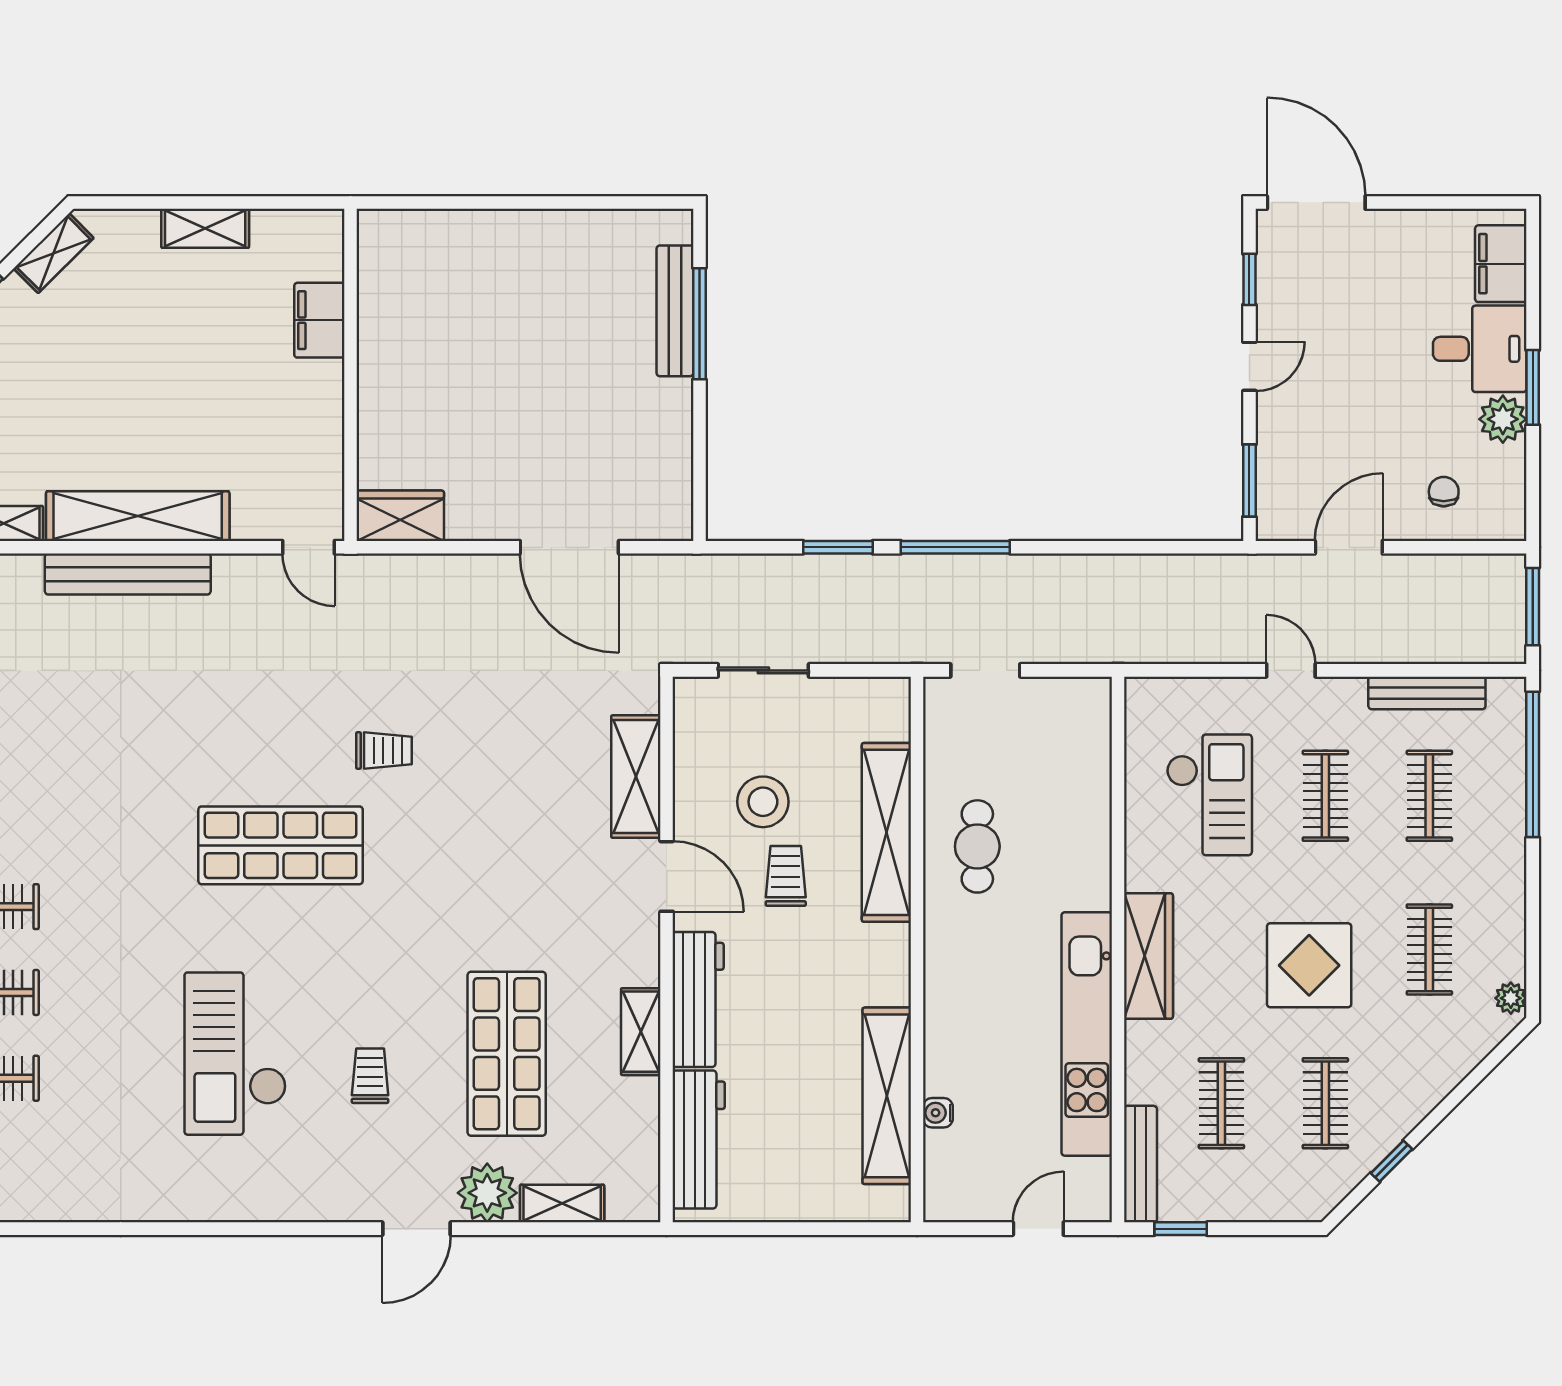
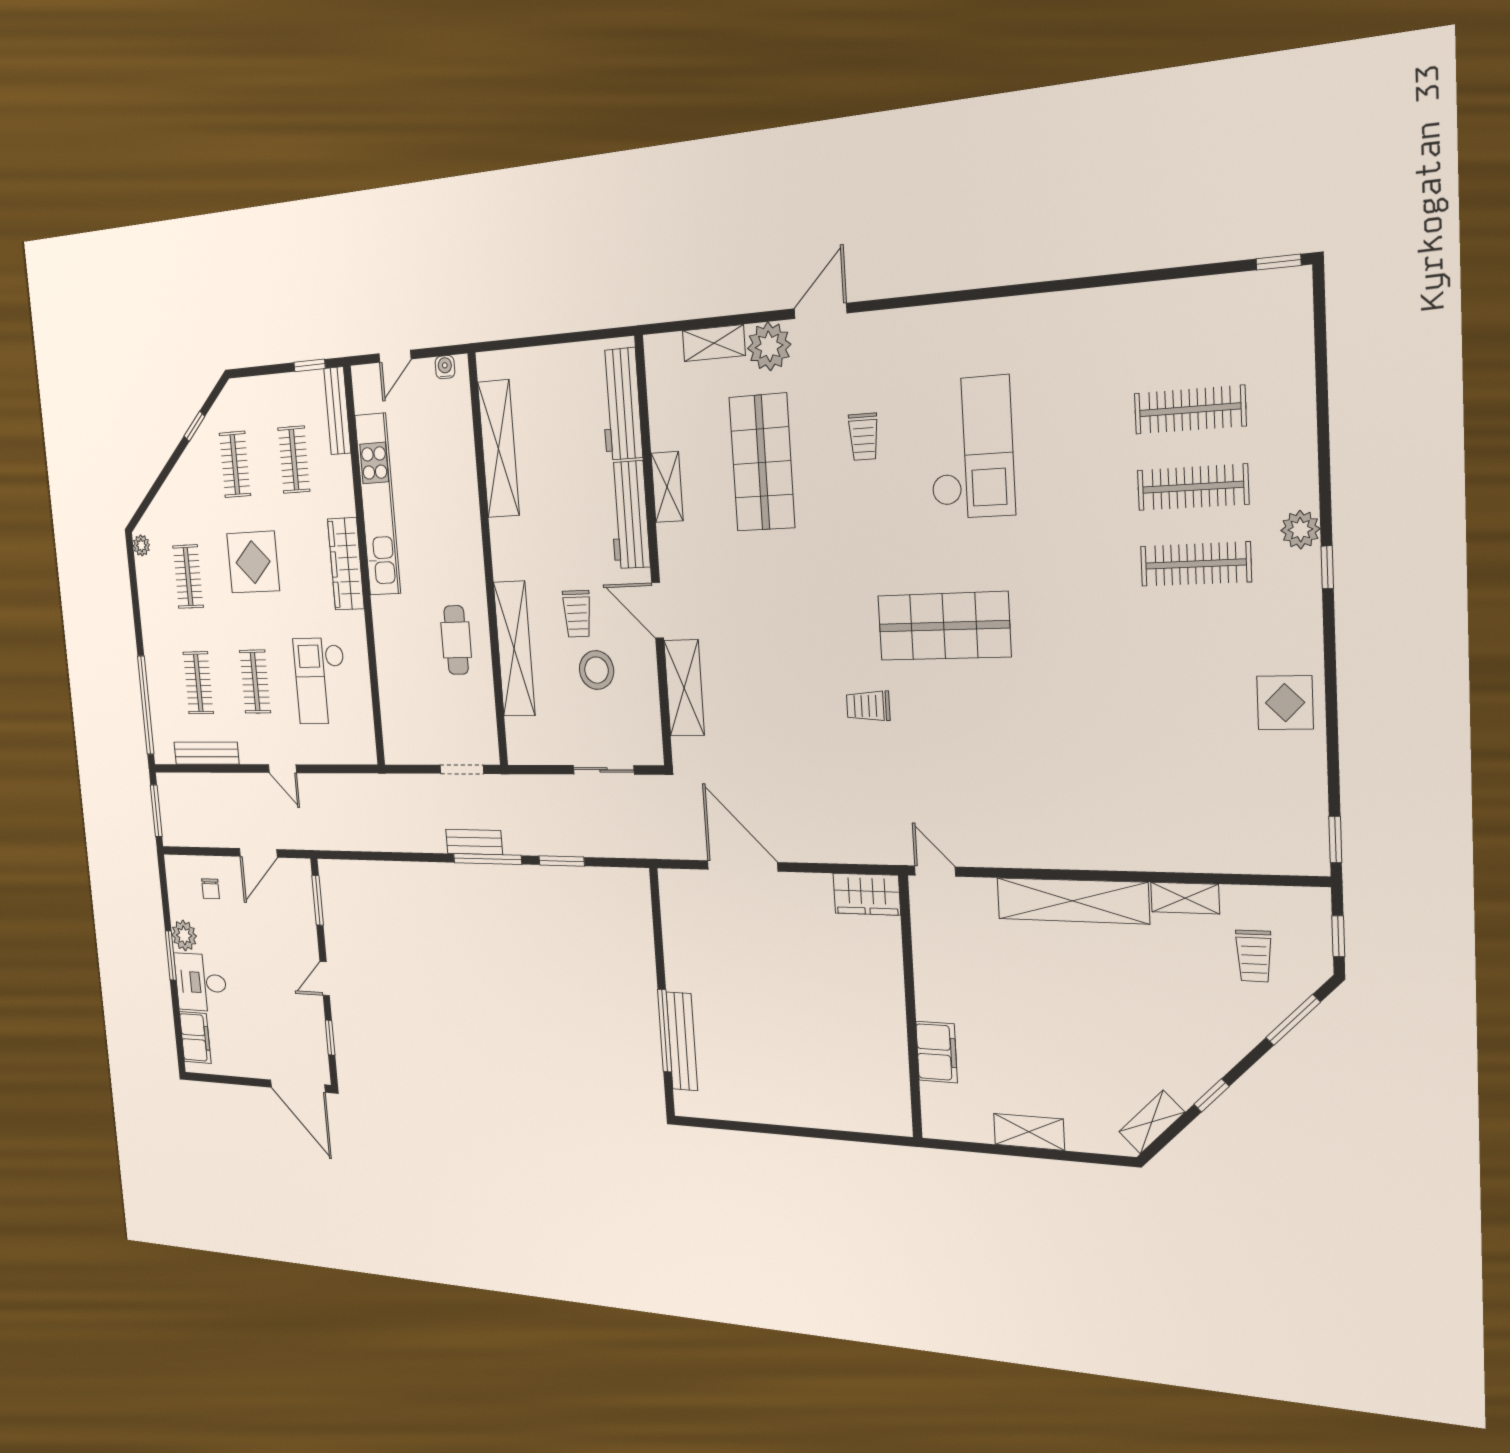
bench: (128, 574) -> (474, 842), moved, width x0.54, depth x0.82
water cooler: (938, 1113) -> (445, 367), moved, turned -90

